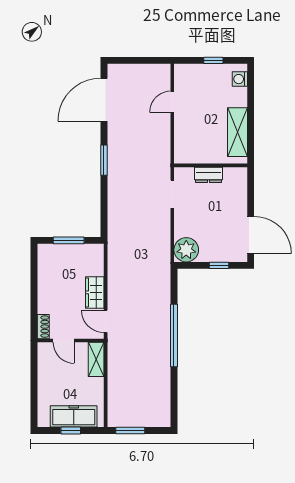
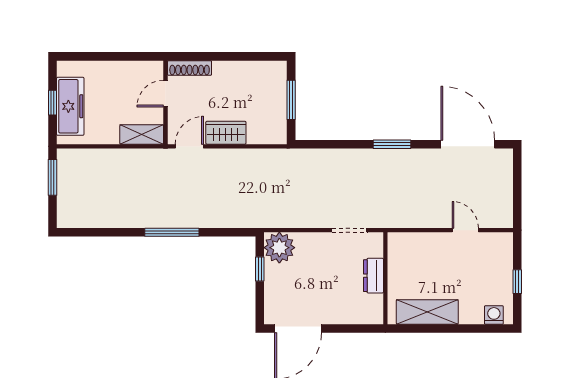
window: (219, 265) -> (260, 269), moved
shoe rack: (43, 327) -> (190, 68), width x1.43
window: (174, 335) -> (172, 232), width x0.68

